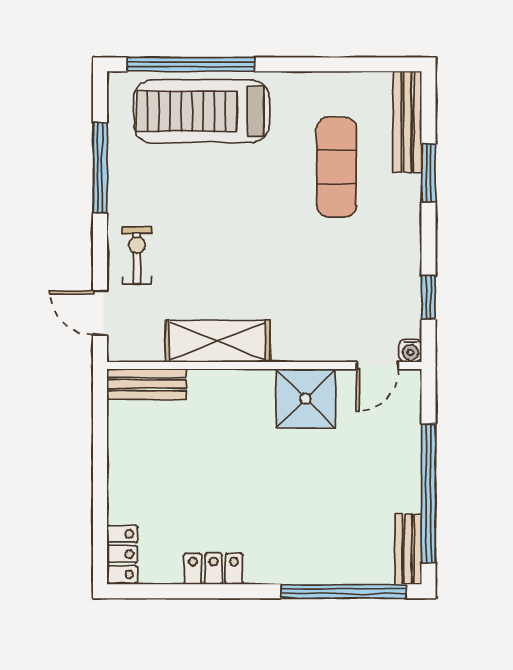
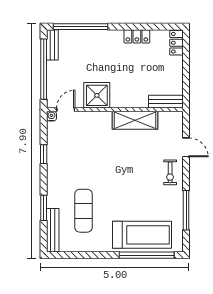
shelving: (218, 341) -> (135, 120), moved
water cooler: (410, 351) -> (51, 116), moved
wall: (264, 365) -> (115, 110), moved
door: (378, 365) -> (66, 110), moved
bench: (147, 384) -> (166, 102), moved
shower: (306, 399) -> (97, 95), moved

